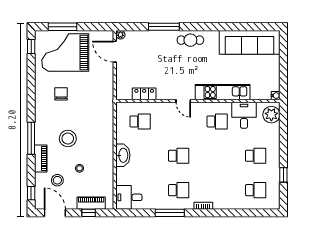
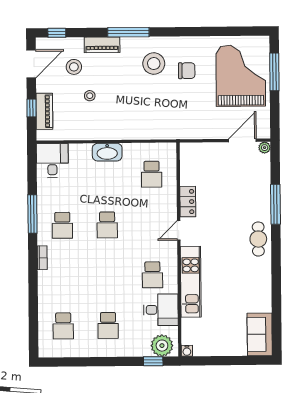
sofa: (250, 42) -> (260, 334), width x0.54, depth x0.79
window: (31, 47) -> (248, 31), removed
locker: (144, 94) -> (188, 202), moved
stool: (68, 138) -> (154, 64), moved
window: (283, 175) -> (153, 361), moved

